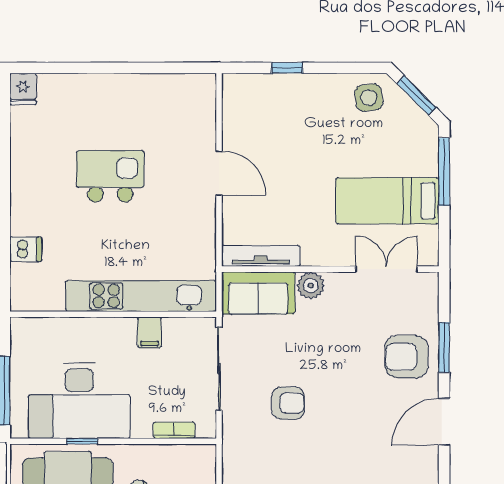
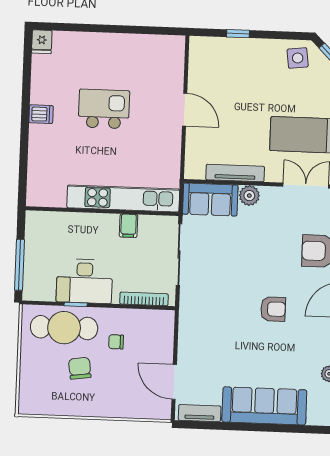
dishwasher: (26, 249) -> (41, 114), moved
tv unit: (261, 256) -> (235, 173), moved
desk: (79, 401) -> (84, 281), width x0.73, depth x0.77
armchair: (288, 403) -> (273, 309), moved
bookcase: (174, 430) -> (144, 299), width x1.56

